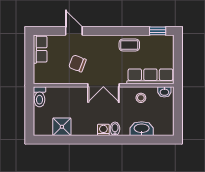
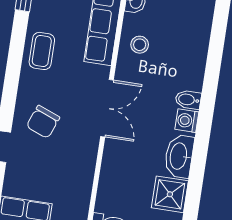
chair: (77, 63) -> (43, 122), moved
washbasin: (142, 129) -> (179, 156), moved

